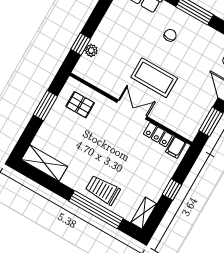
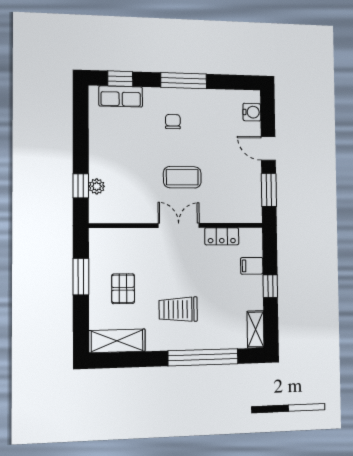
coffee table: (154, 78) -> (182, 177), width x0.73, depth x0.76
pallet: (80, 105) -> (123, 289), moved, turned 90
filing cabinet: (176, 147) -> (252, 266), moved, turned 90
trolley: (103, 190) -> (178, 309), moved

